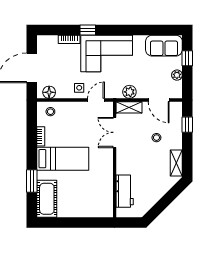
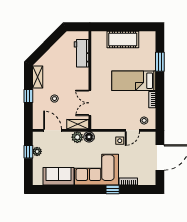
sofa: (164, 46) -> (58, 176), moved
window: (187, 58) -> (28, 152), moved
floor lamp: (49, 92) -> (89, 137), moved
door: (96, 100) -> (132, 130), moved
window: (187, 125) -> (28, 96), moved
double door: (115, 132) -> (90, 103), swing flipped
cot: (47, 199) -> (123, 39), moved, turned 90

